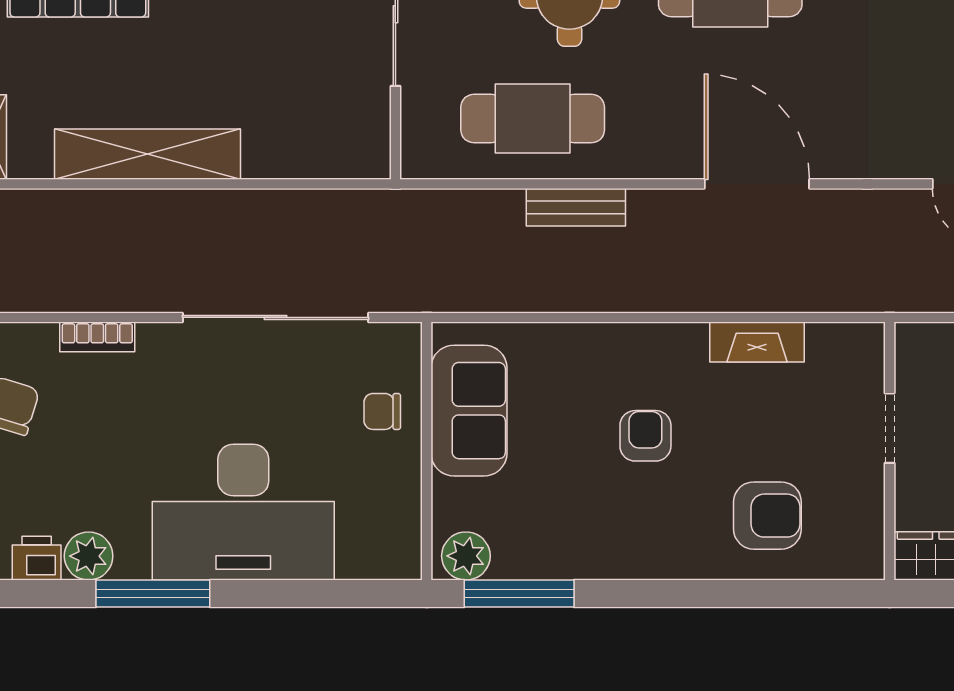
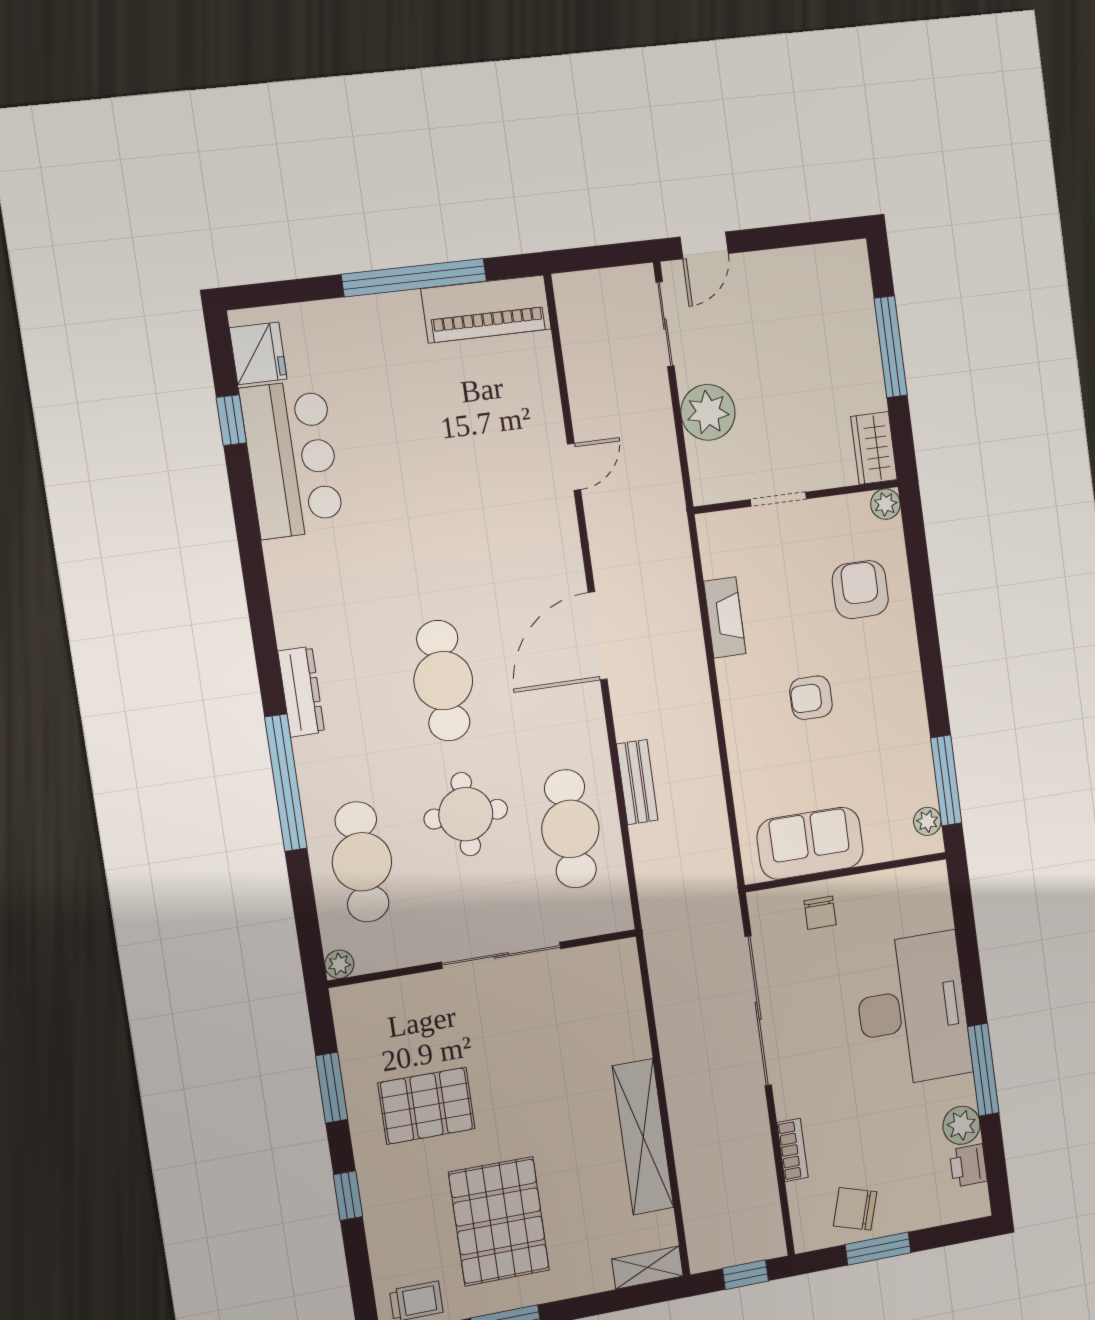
plant: (466, 556) -> (927, 821), width x0.73, depth x0.73
plant: (866, 561) -> (885, 504), added

